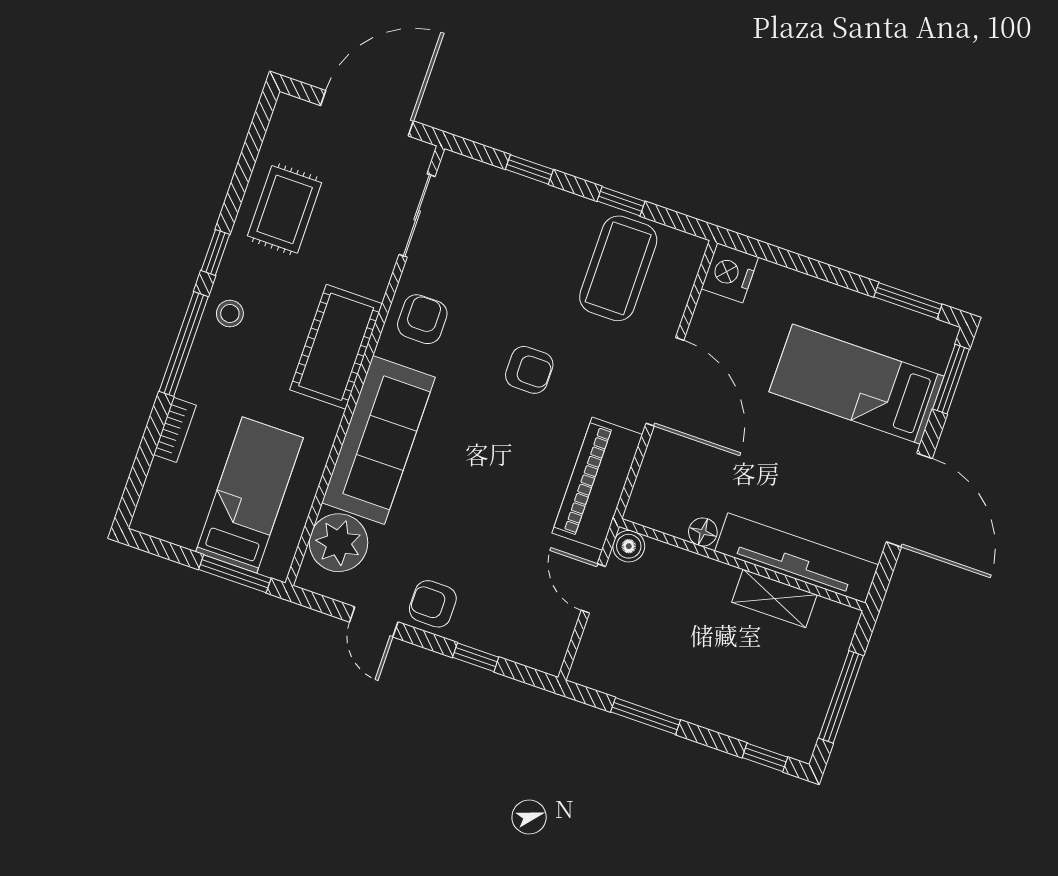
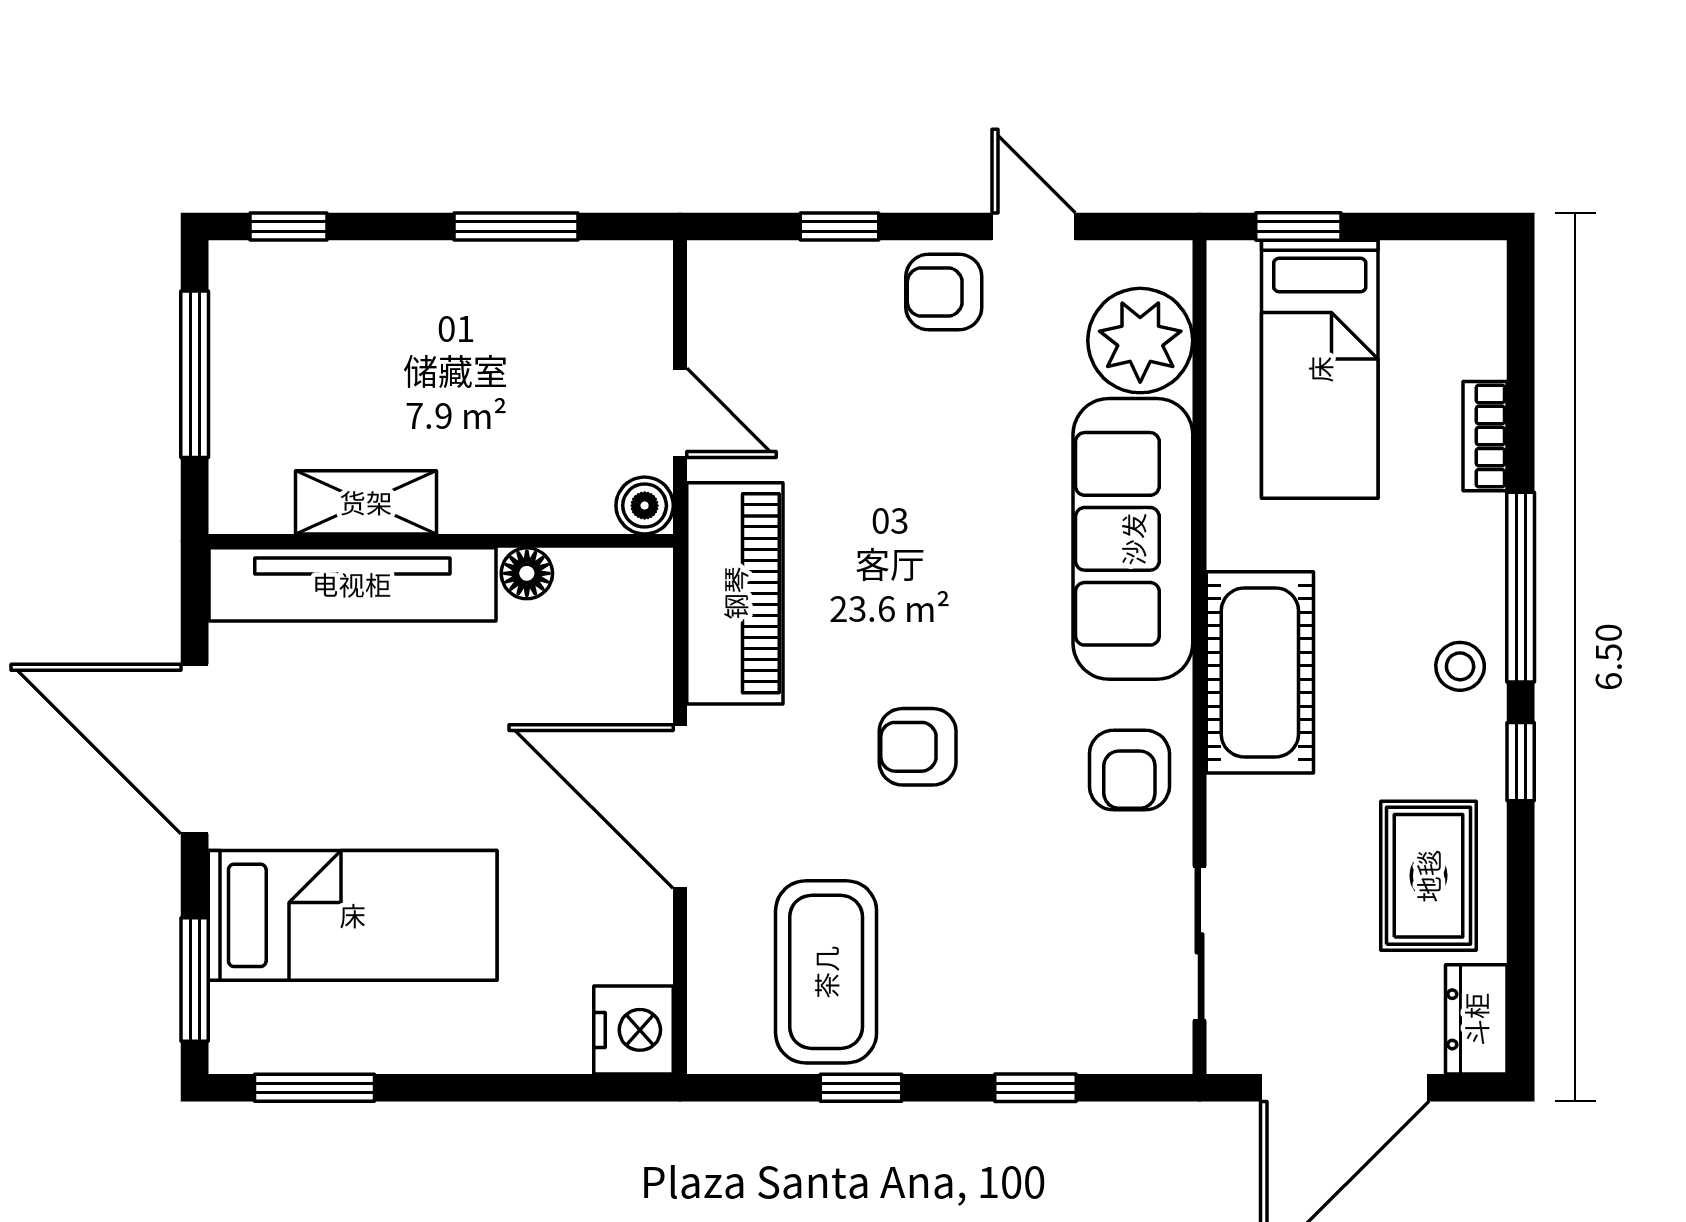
dresser: (286, 125) -> (1476, 1019), added
window: (235, 574) -> (1298, 226), width x0.67
armchair: (433, 604) -> (944, 292), turned 180

